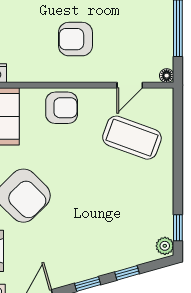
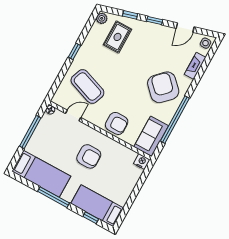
armchair: (62, 108) -> (117, 123), turned 180
window: (178, 228) -> (74, 51), moved
rug: (128, 232) -> (117, 37), added

